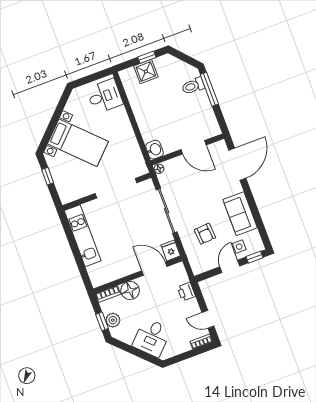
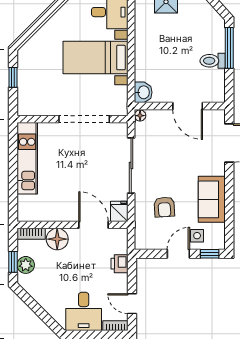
toilet: (193, 86) -> (213, 61), moved
bed with nightstands: (78, 143) -> (95, 58), moved, turned 135
desk: (152, 338) -> (84, 311), moved, turned -45

